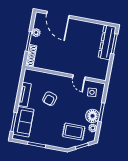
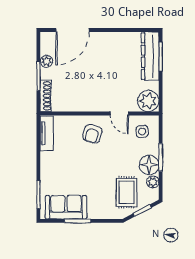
door: (58, 15) -> (73, 30), hinge flipped
plant: (100, 72) -> (148, 101), added
tv unit: (25, 95) -> (47, 133), moved
armchair: (50, 99) -> (92, 134), moved
sofa: (23, 122) -> (66, 207), moved, turned -90
rug: (74, 132) -> (127, 192), turned 90

